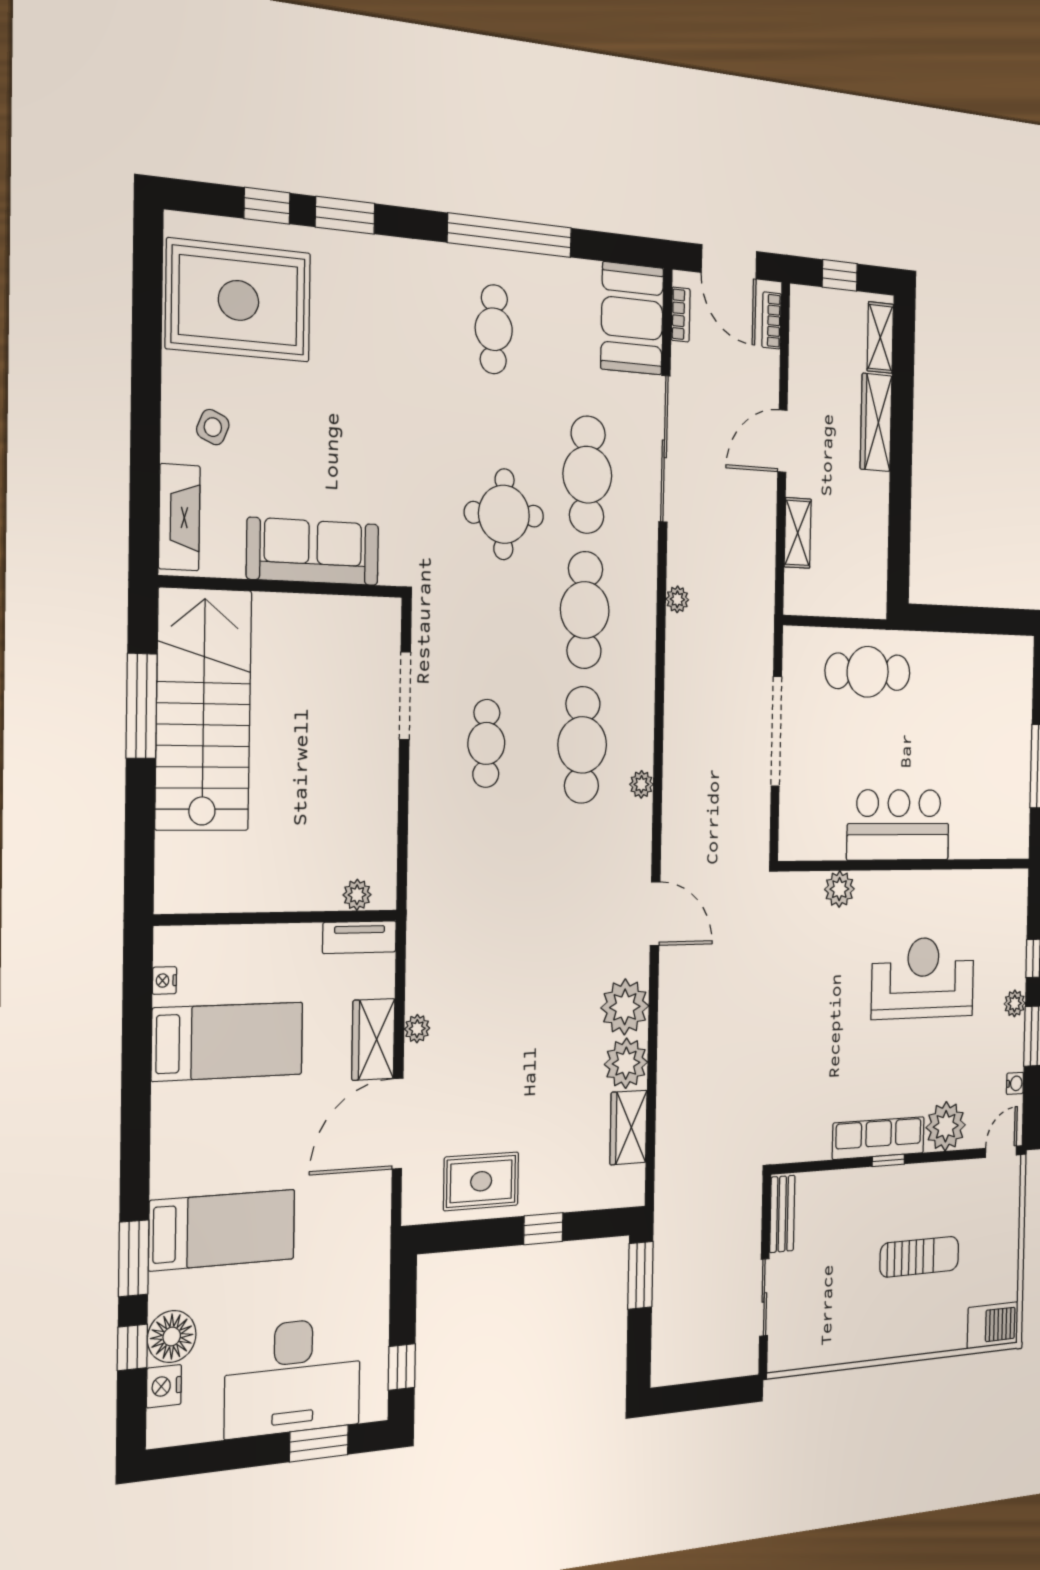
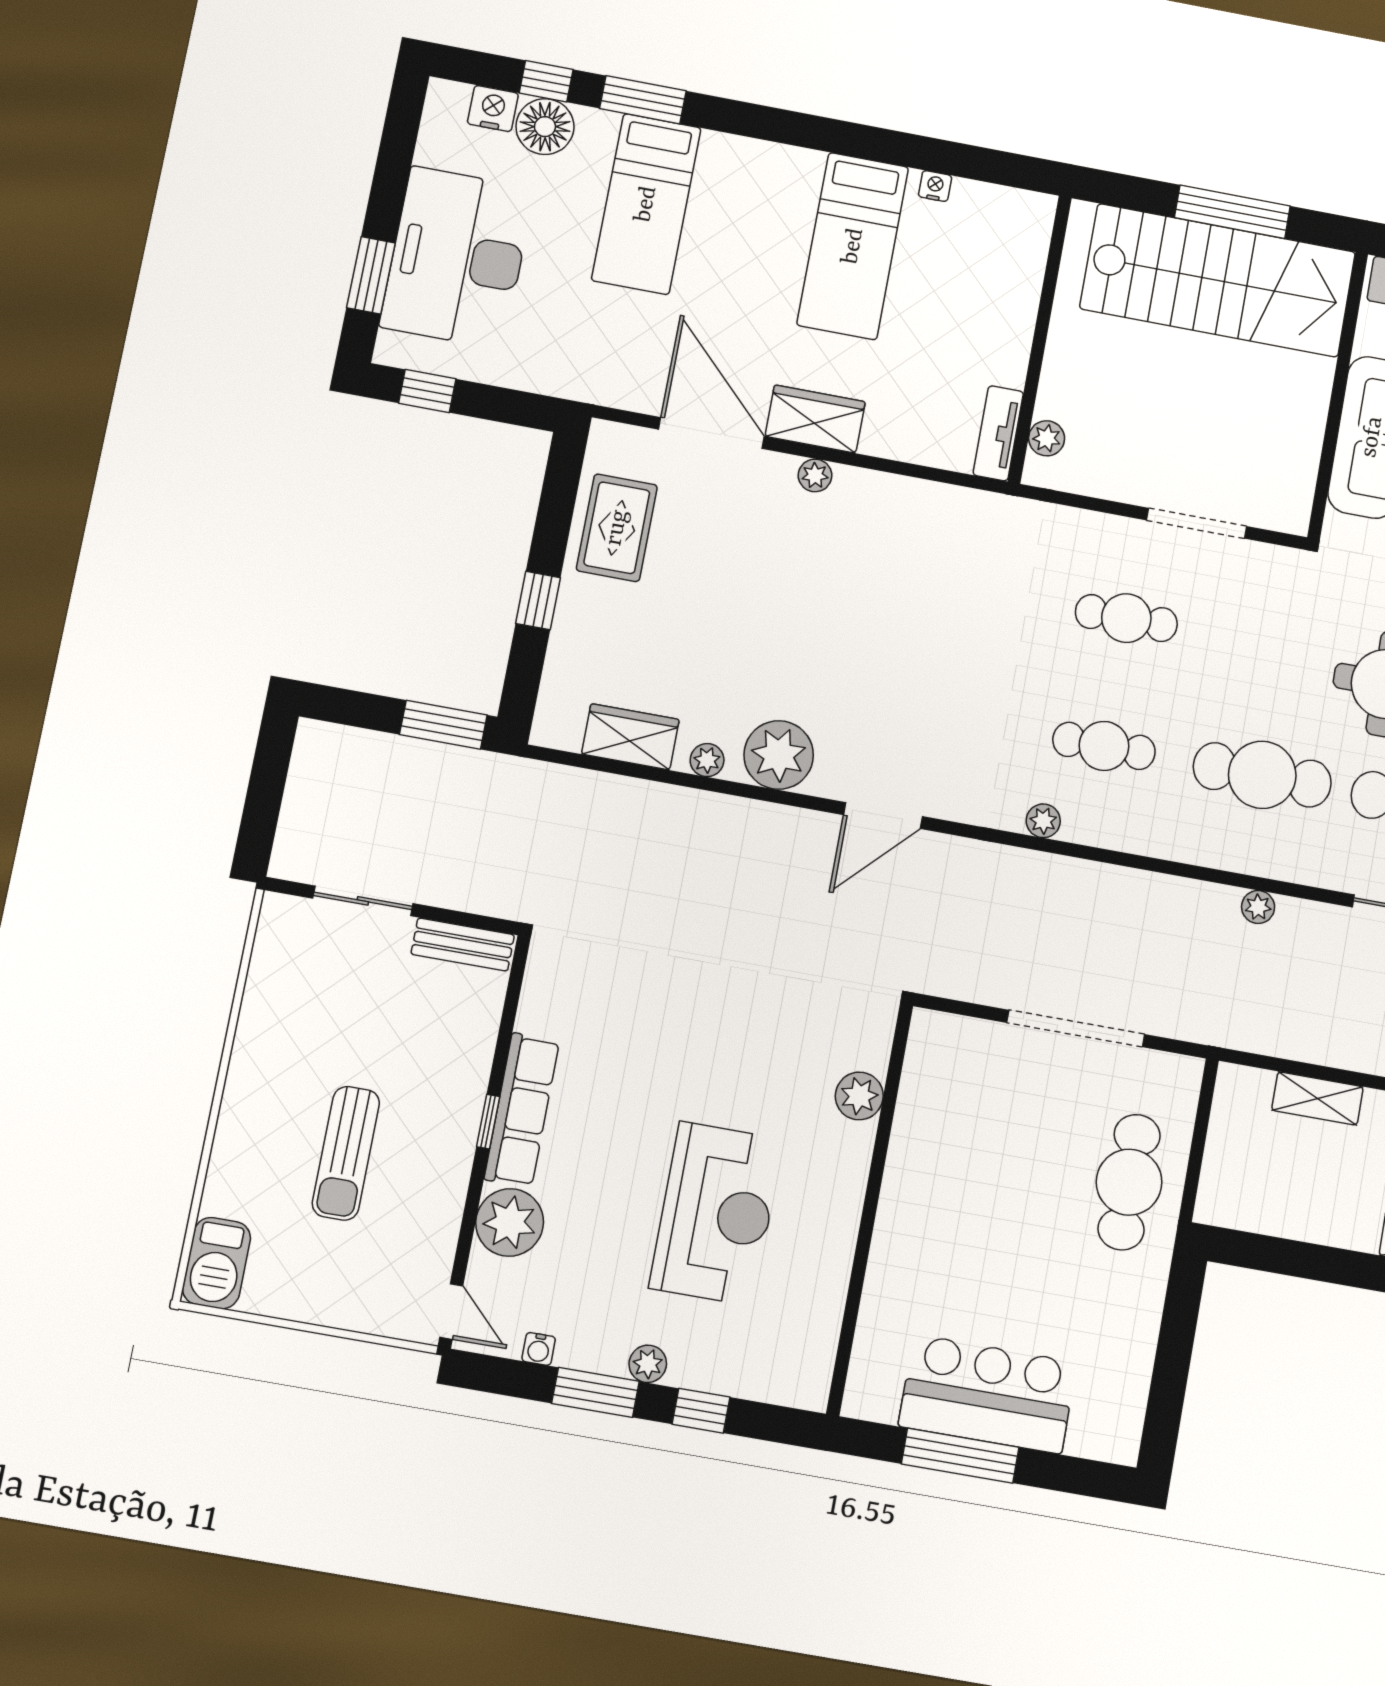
cafe table: (582, 745) -> (1104, 746), width x0.73, depth x0.74
bar counter: (898, 825) -> (988, 1394), moved, turned -90
plant: (357, 895) -> (1047, 438), moved
wall: (278, 918) -> (1040, 339), moved
tv unit: (359, 937) -> (998, 433), moved
plant: (626, 1063) -> (707, 760), width x0.53, depth x0.53

